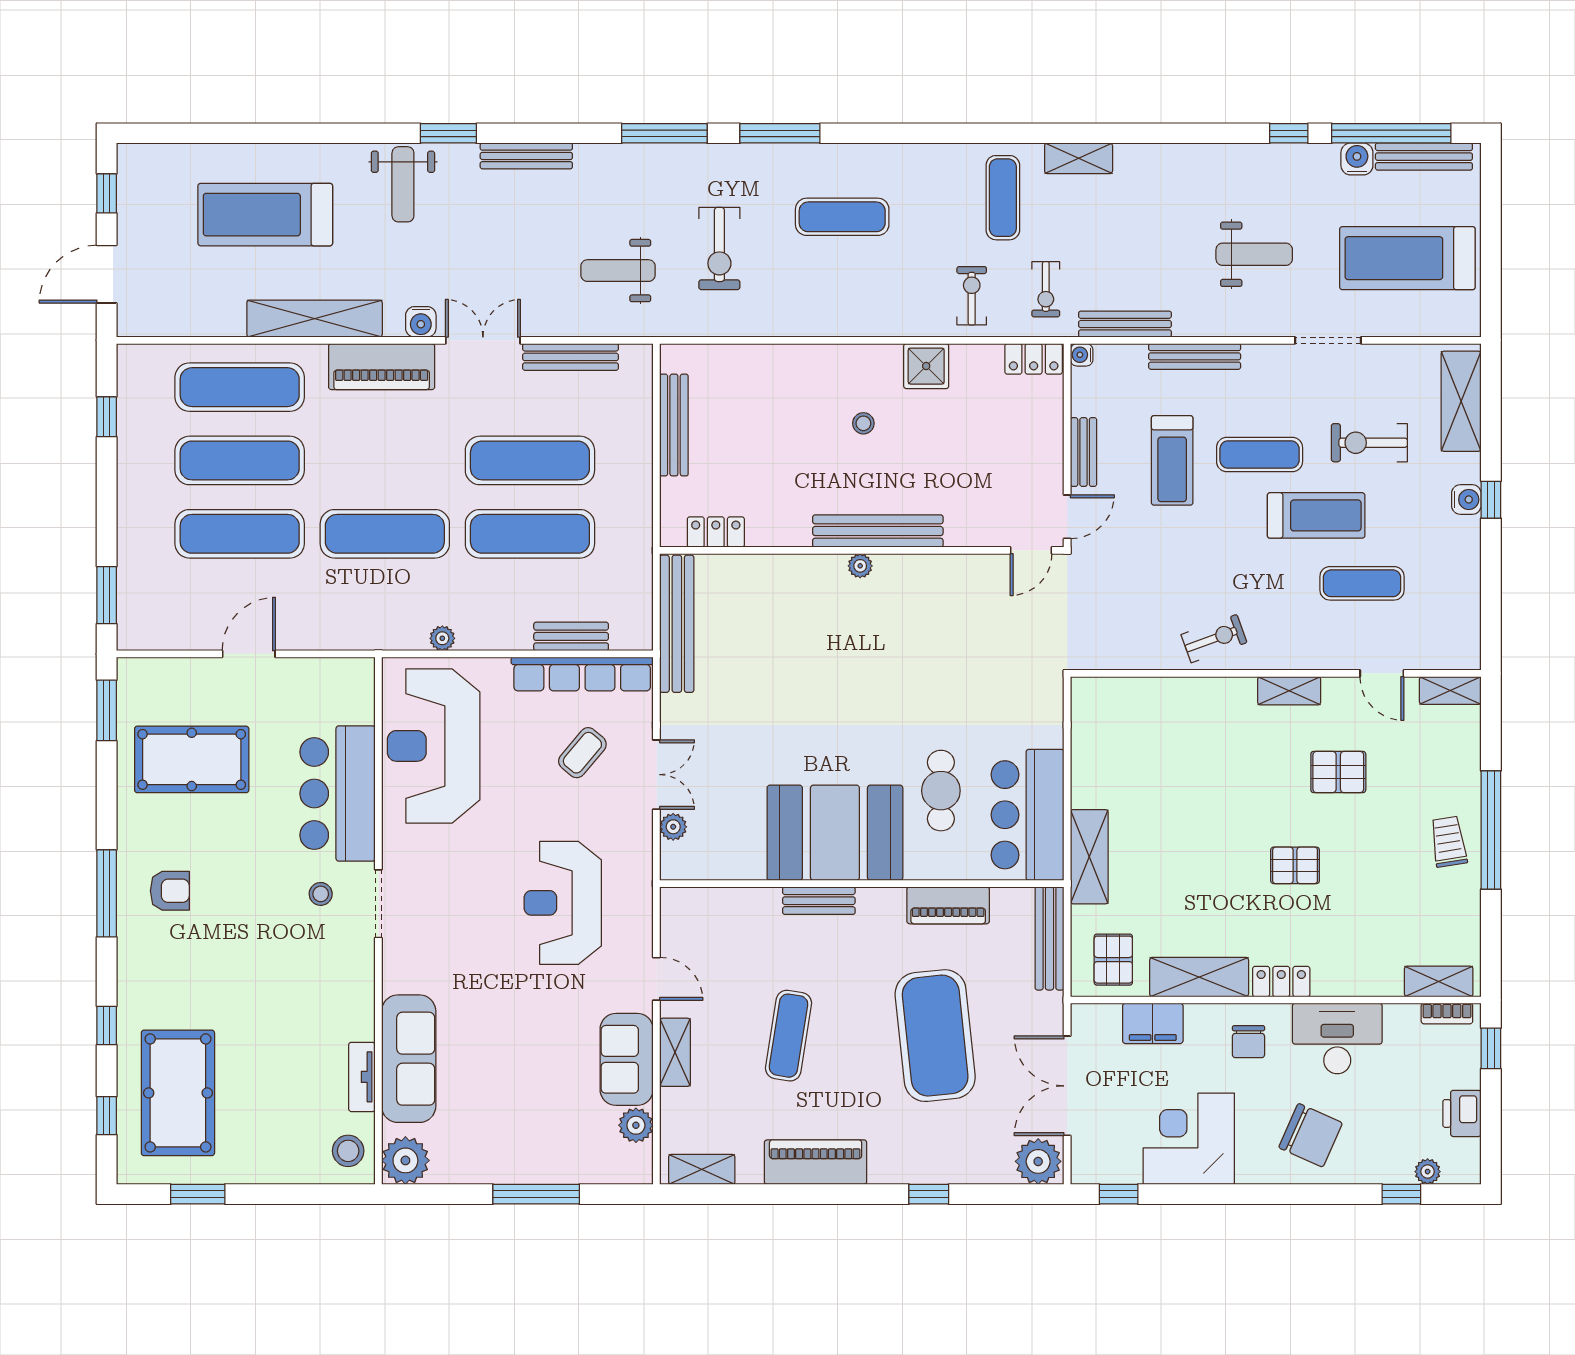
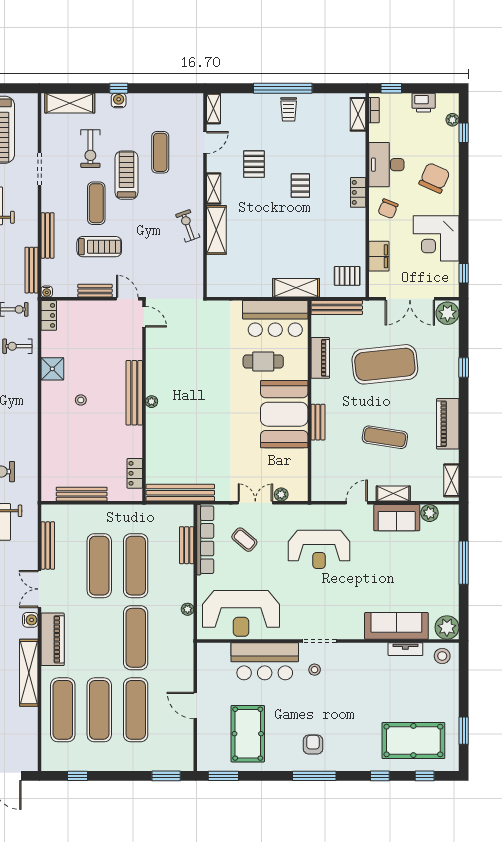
trolley: (1449, 842) -> (289, 109), turned -81
shelving: (1199, 977) -> (216, 230), moved
chair: (1248, 1042) -> (388, 209), turned 112

